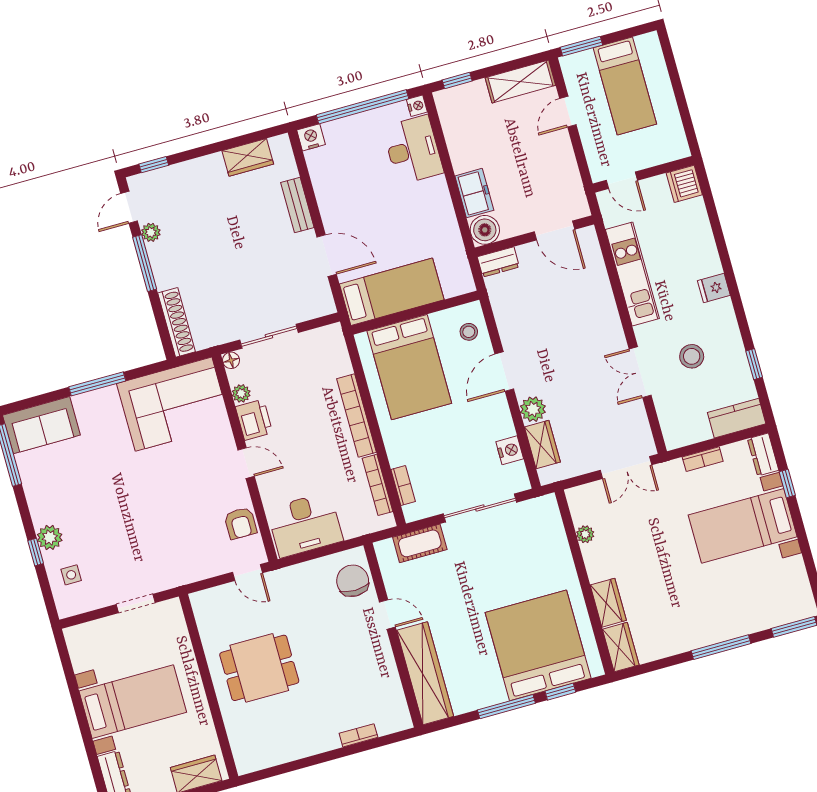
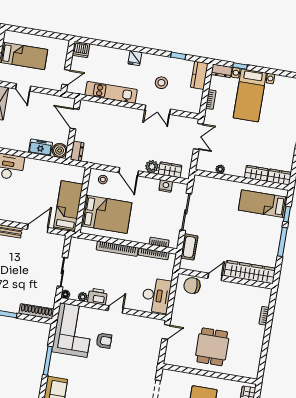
door: (554, 230) -> (75, 119), swing flipped
armchair: (240, 523) -> (104, 341), moved
bed: (538, 645) -> (263, 204), width x0.49

